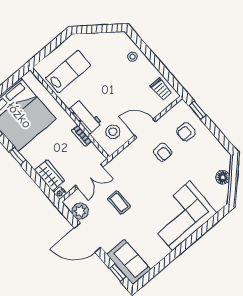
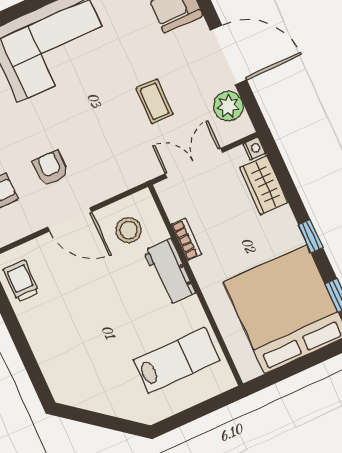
stool: (132, 57) -> (55, 353), removed
lab bench: (68, 71) -> (177, 360), turned 180

